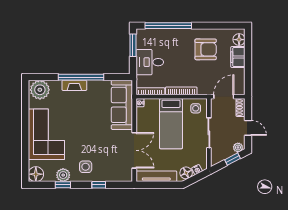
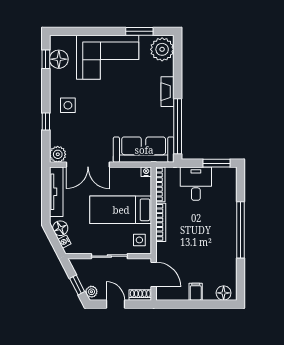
window: (168, 26) -> (240, 230), moved
armchair: (206, 49) -> (212, 252), removed
filing cabinet: (238, 57) -> (196, 292), width x0.50
window: (81, 77) -> (178, 126), moved
window: (25, 108) -> (139, 31), added
door: (248, 128) -> (115, 304), swing flipped
floor lamp: (36, 174) -> (59, 59), moved
plant: (63, 175) -> (58, 154), moved
window: (63, 185) -> (46, 59), moved

